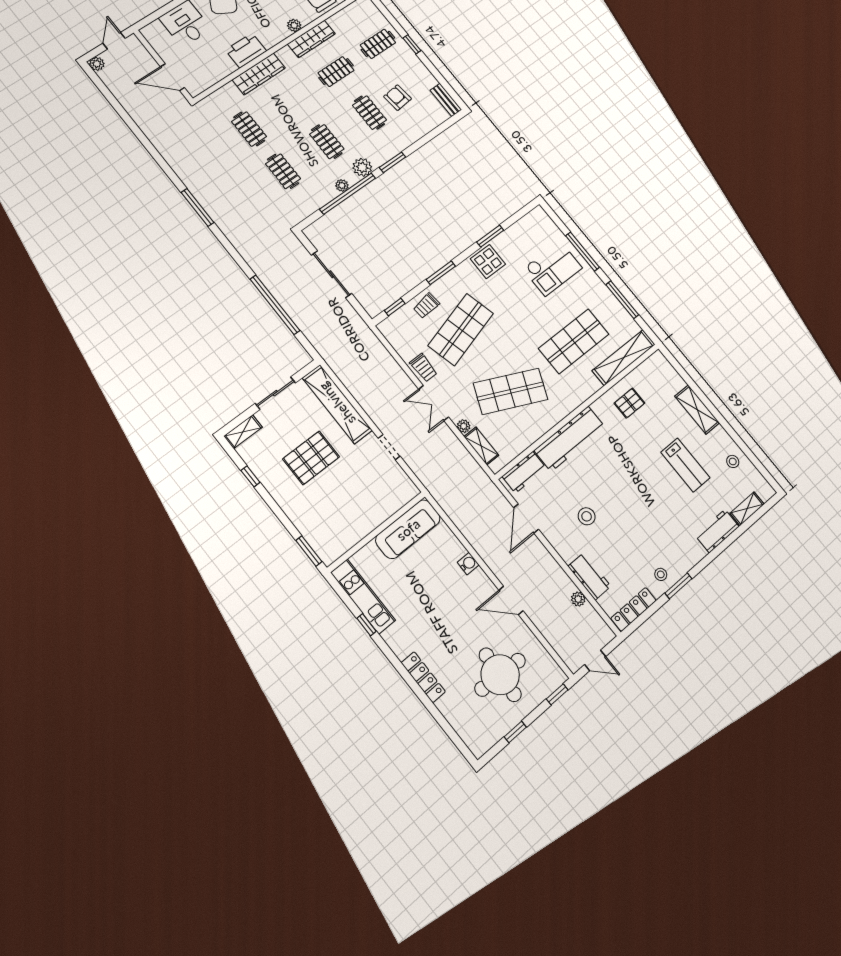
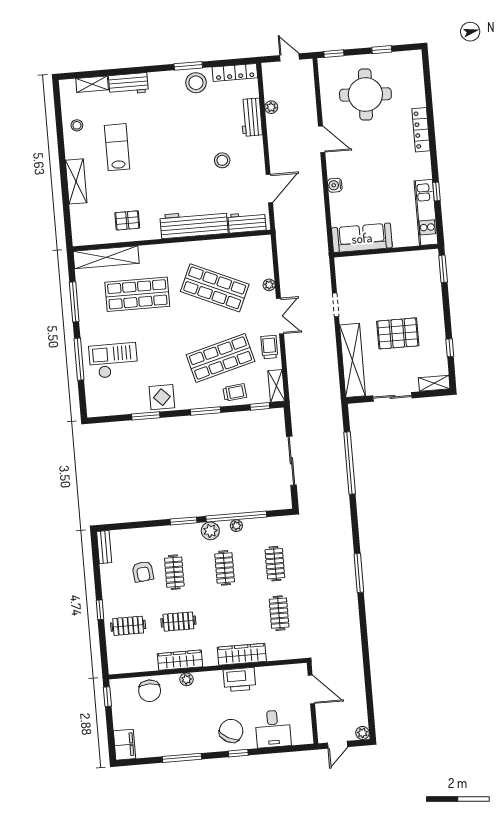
shelving: (481, 446) -> (276, 386), moved
stool: (661, 574) -> (196, 83), width x1.89, depth x1.89

